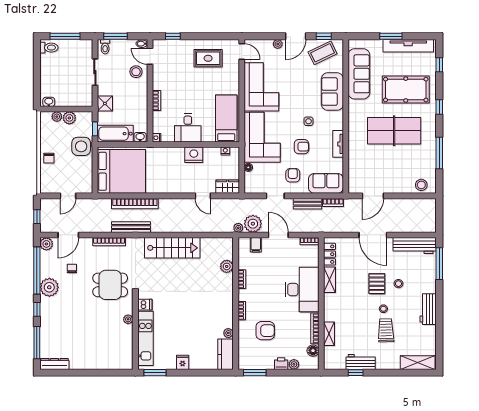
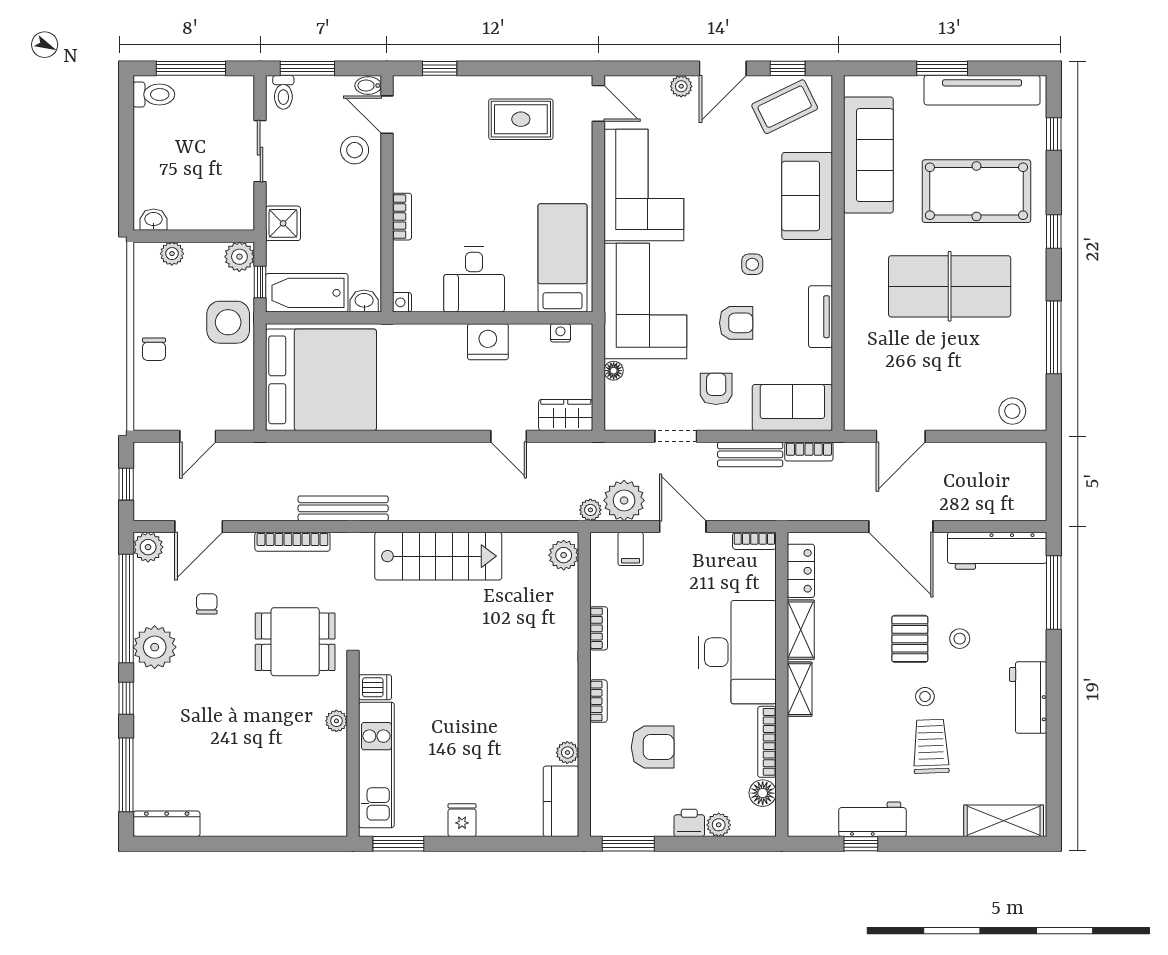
plant: (69, 118) -> (239, 257), moved
bookcase: (135, 204) -> (352, 454), removed
plant: (227, 266) -> (564, 555), moved
shelving: (329, 334) -> (800, 689), moved

